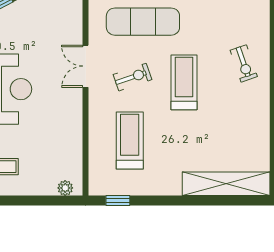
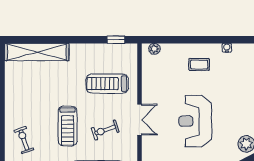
double door: (86, 66) -> (140, 120), moved
treadmill: (130, 140) -> (107, 84), turned 90

